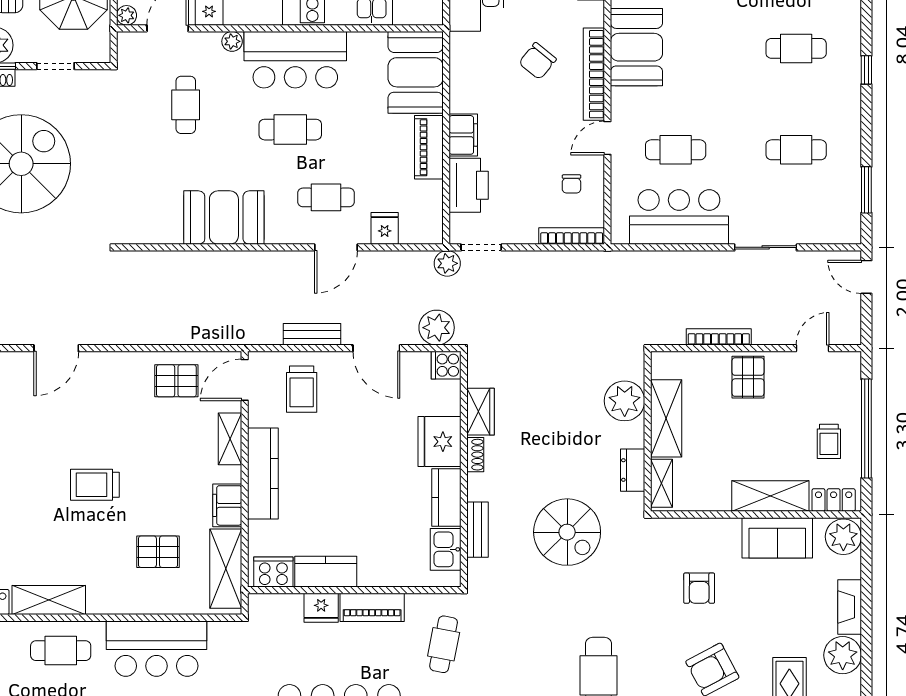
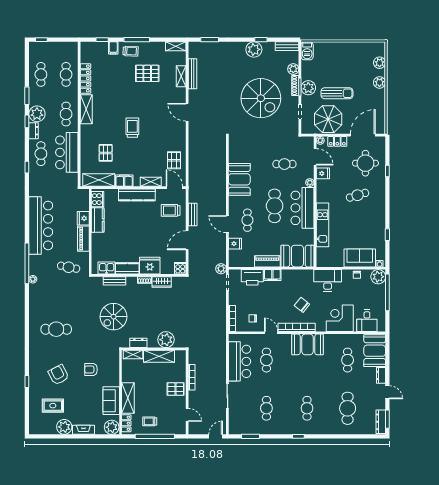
cafe table: (290, 130) -> (275, 206), width x1.37, depth x1.35
plant: (437, 328) -> (195, 264), removed

